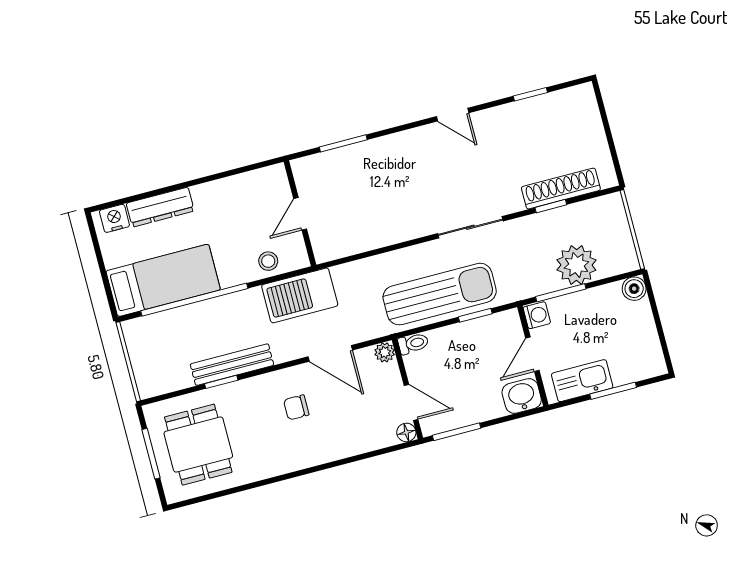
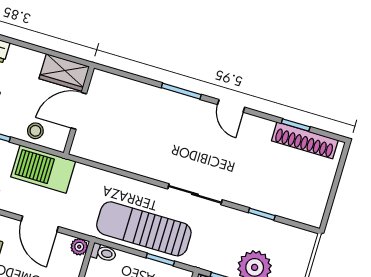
window: (343, 143) -> (181, 91), moved
wardrobe: (262, 184) -> (64, 72), added
shoe rack: (561, 189) -> (305, 140), moved, turned 180
door: (300, 214) -> (79, 111), width x1.37
sun lounger: (440, 294) -> (144, 229), turned 180

